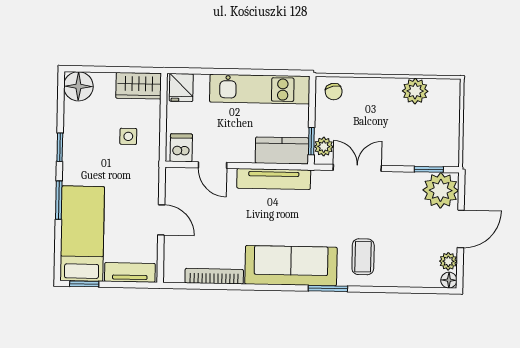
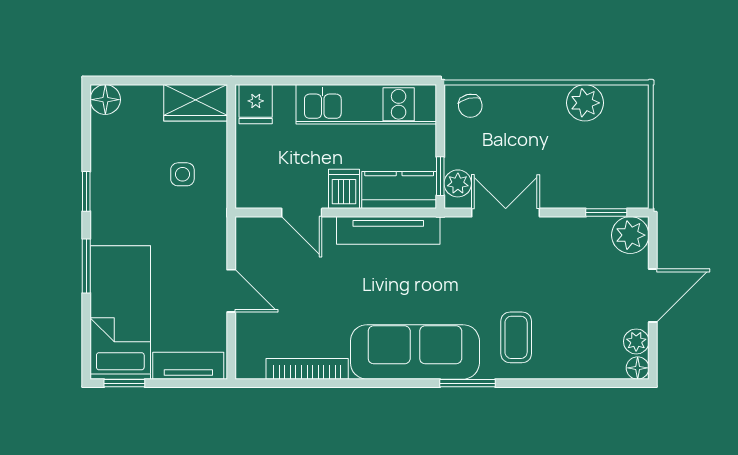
floor lamp: (78, 86) -> (105, 100), width x0.73, depth x0.73
dishwasher: (181, 148) -> (344, 189), moved
plant: (441, 190) -> (630, 235), width x0.73, depth x0.73

